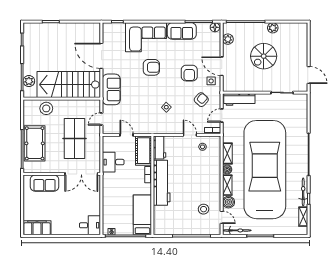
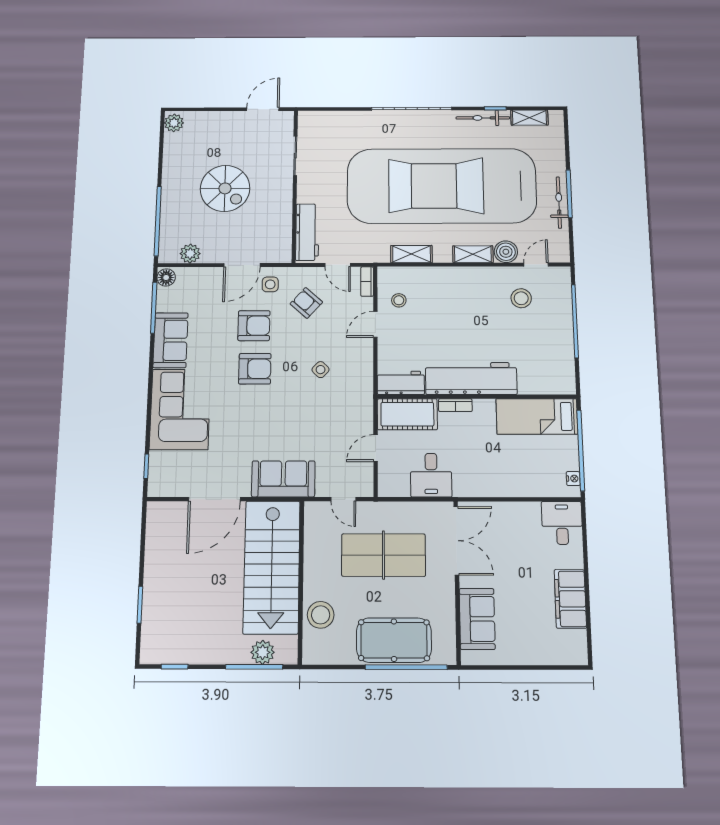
plant: (273, 28) -> (174, 123), moved
armchair: (151, 67) -> (255, 369), moved, turned 90
boiler: (227, 169) -> (443, 254), removed
filing cabinet: (37, 228) -> (570, 599), moved
bicycle: (237, 230) -> (559, 203), moved

